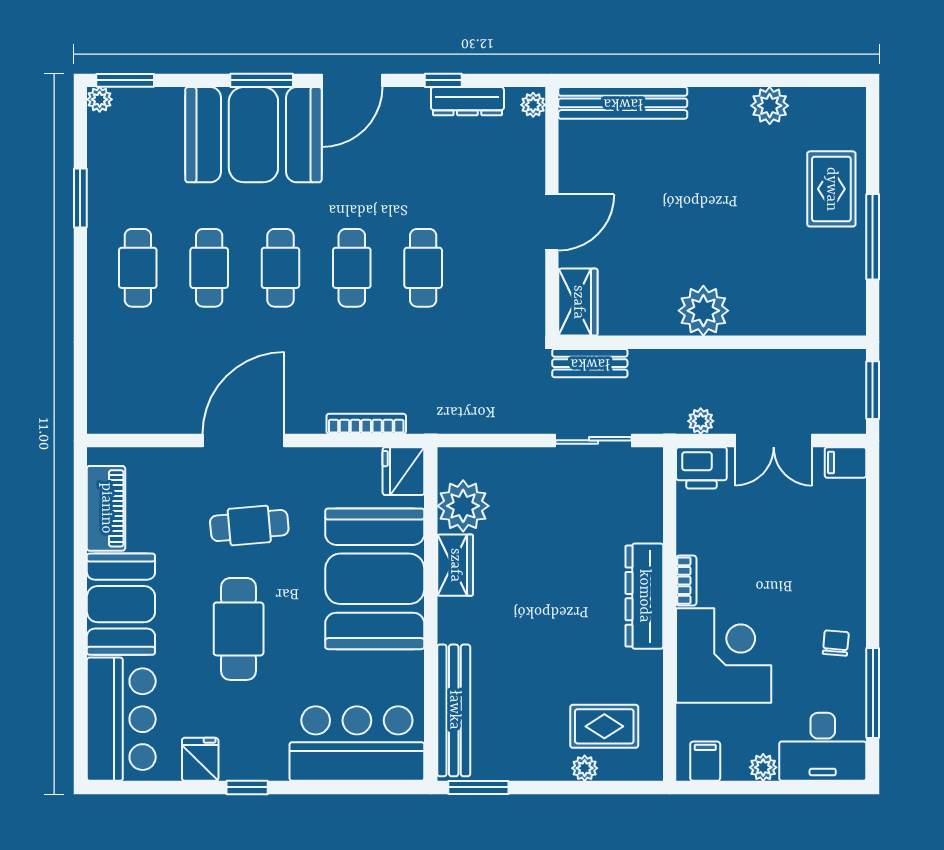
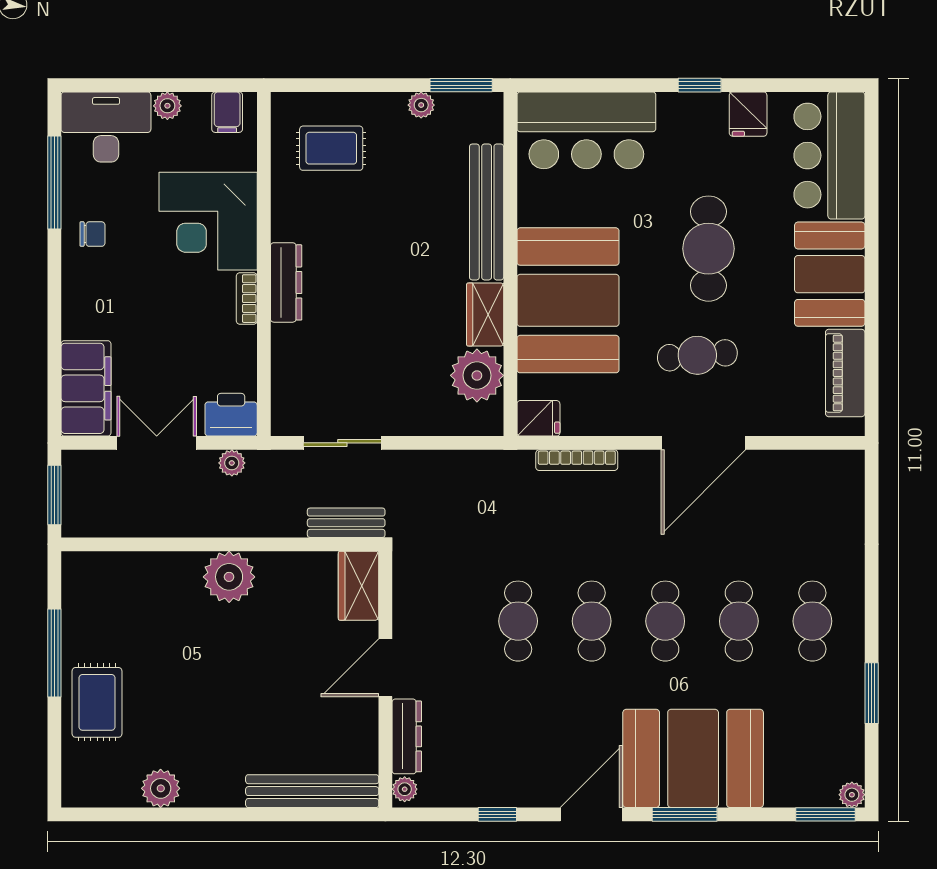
dresser: (467, 101) -> (407, 736), moved, turned 90
filing cabinet: (845, 462) -> (86, 388), width x3.00, depth x1.17
fridge: (403, 471) -> (538, 418), width x0.72
dresser: (644, 596) -> (286, 282), width x0.73, depth x0.80
chair: (836, 643) -> (92, 234), turned -95
bench: (454, 710) -> (487, 212), moved
plant: (585, 768) -> (421, 105), moved

